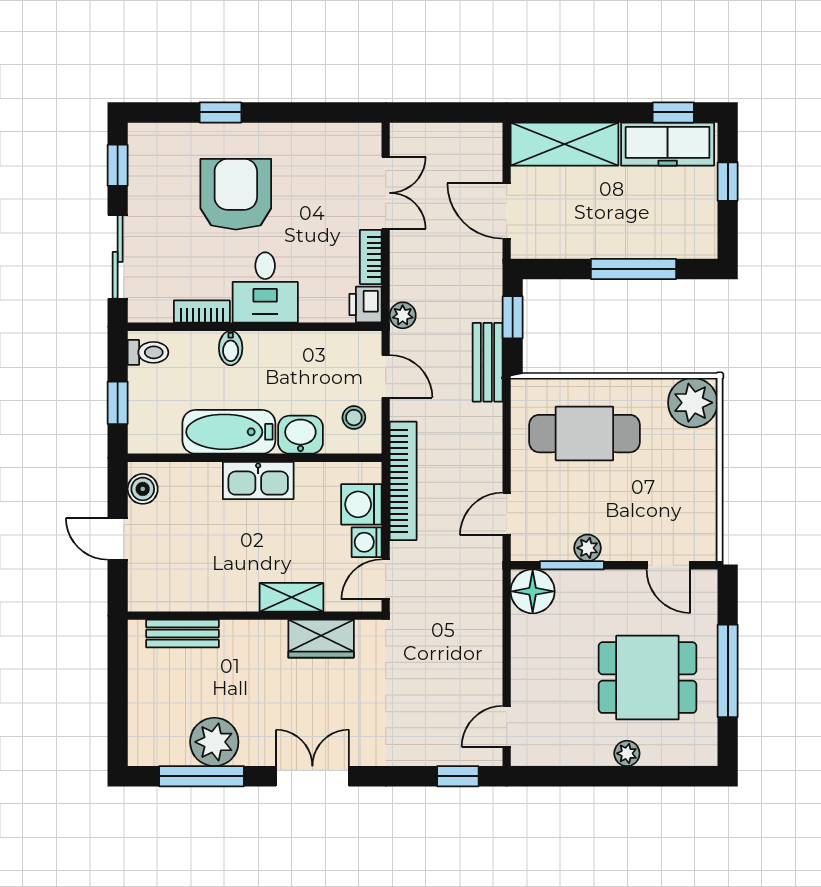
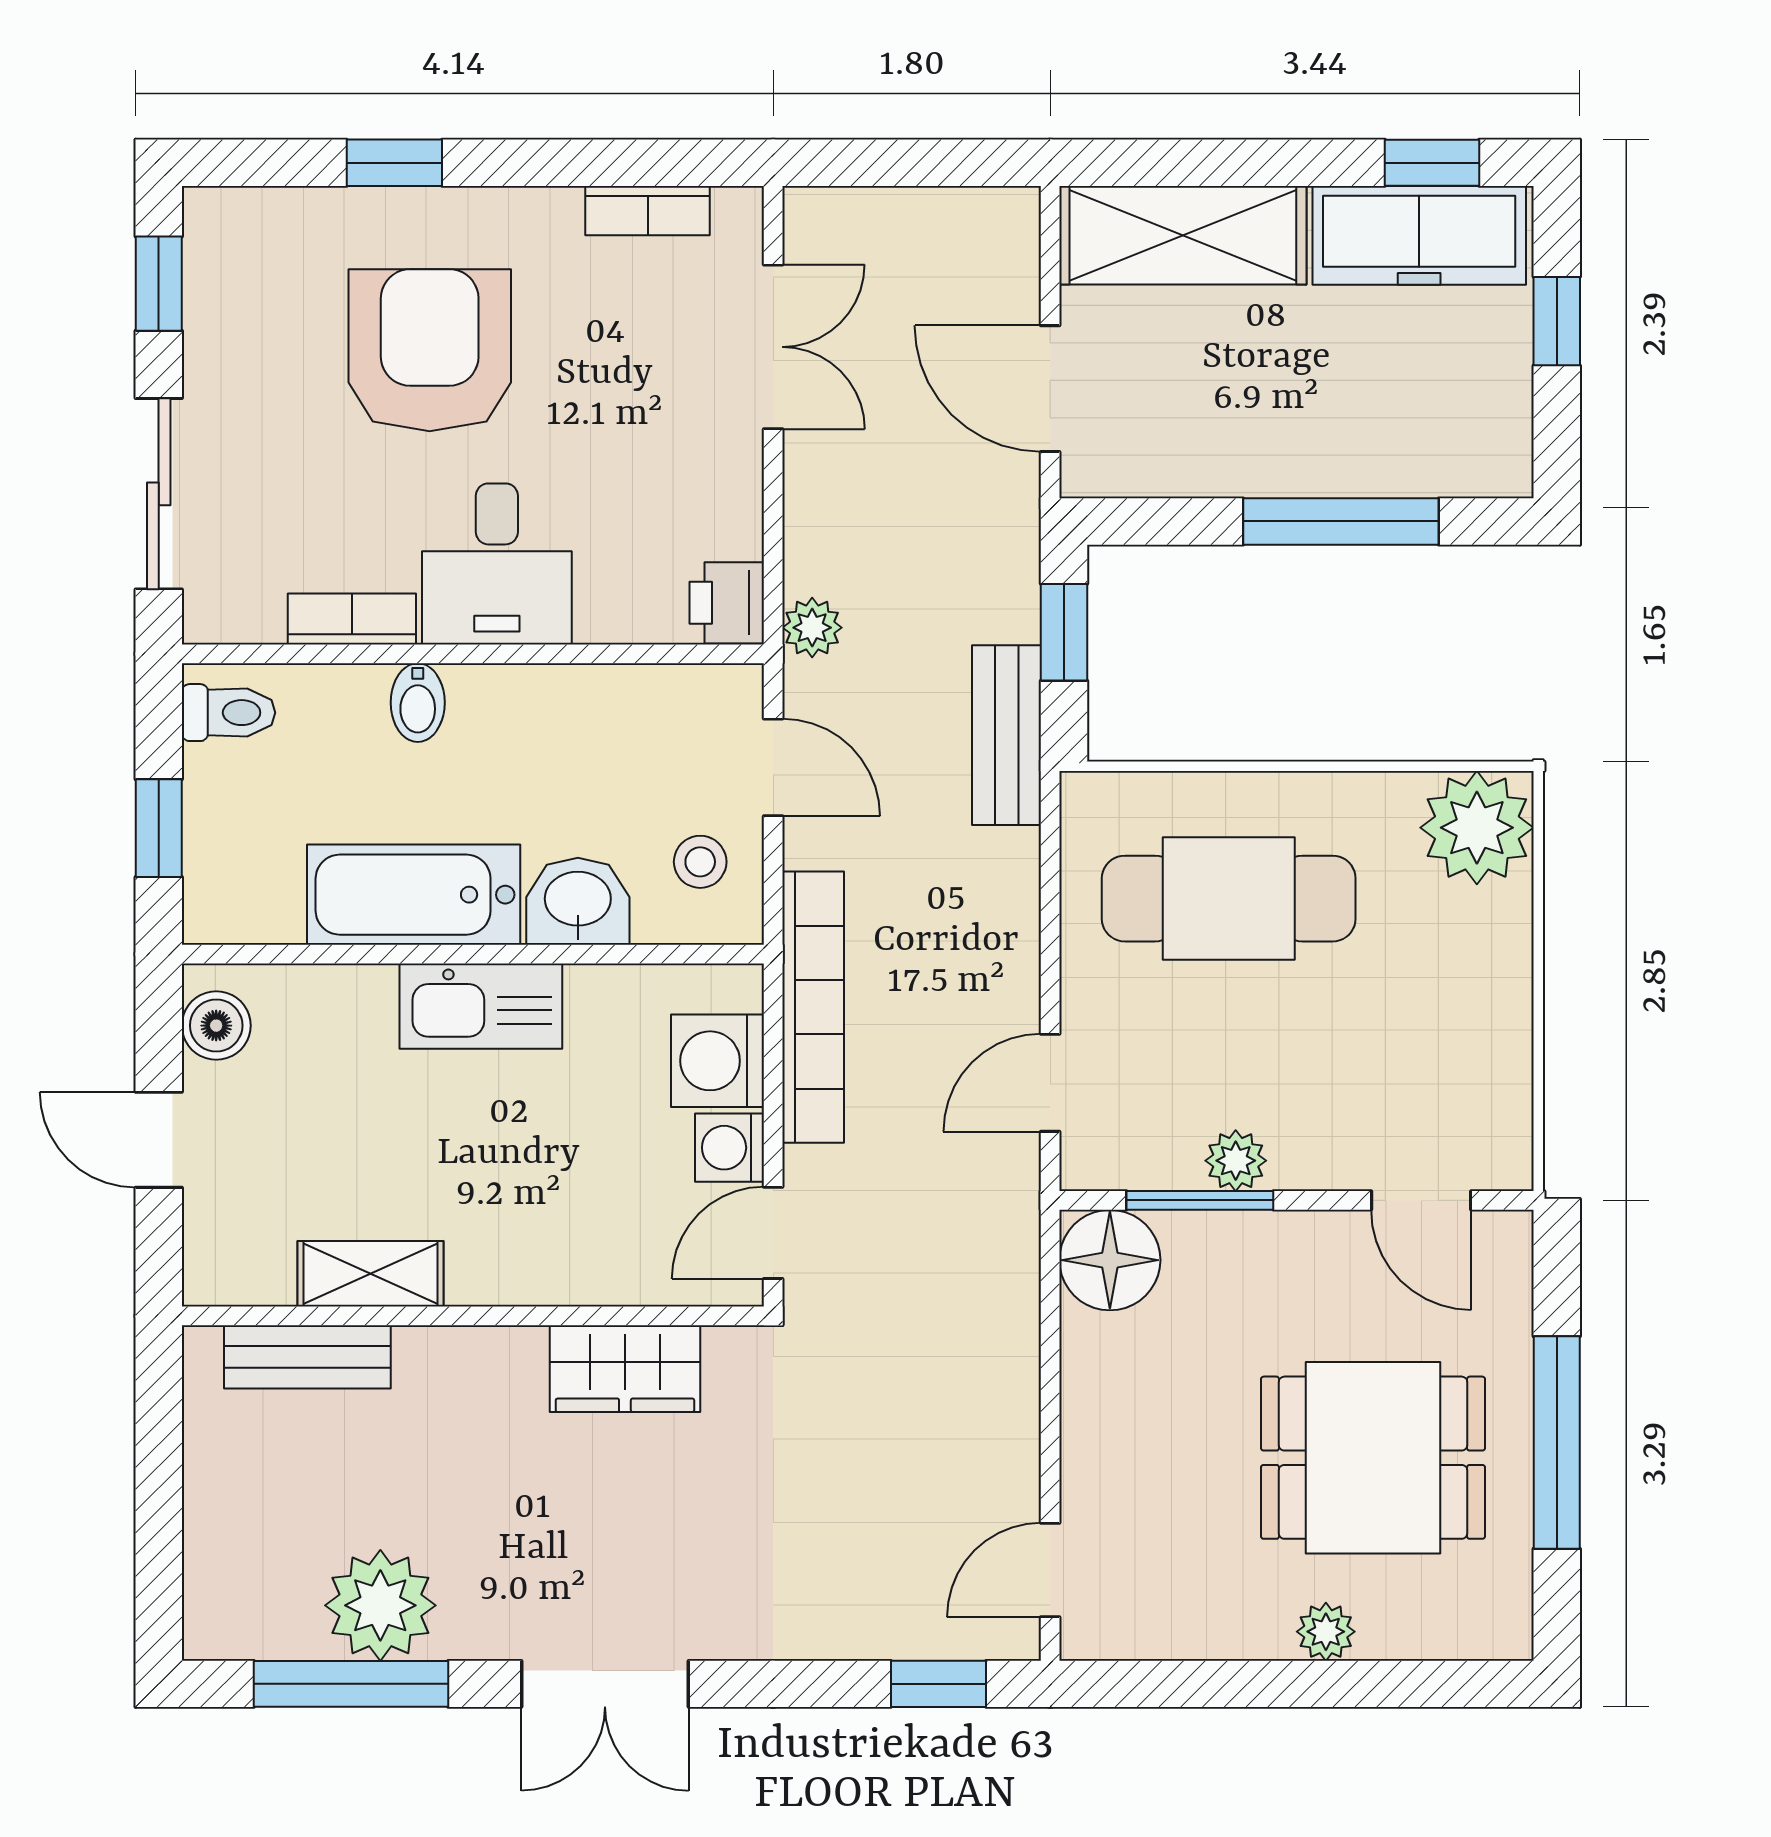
bookcase: (371, 257) -> (648, 211), moved, turned -90
shelving: (291, 597) -> (370, 1274), moved
double door: (312, 776) -> (605, 1684), swing flipped

